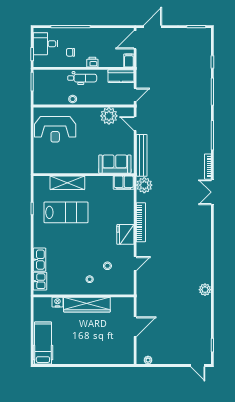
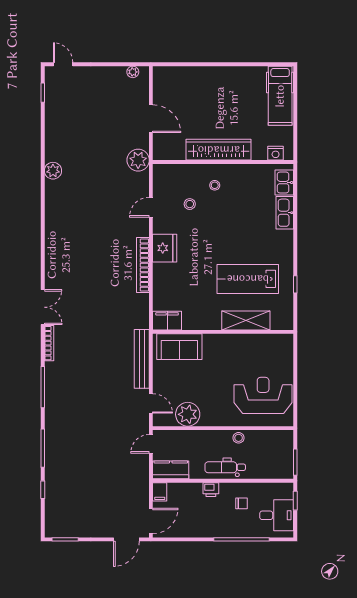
plant: (144, 185) -> (138, 160), moved
nightstand: (57, 302) -> (276, 153), moved
door: (135, 327) -> (151, 119), swing flipped

